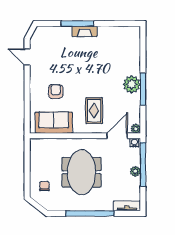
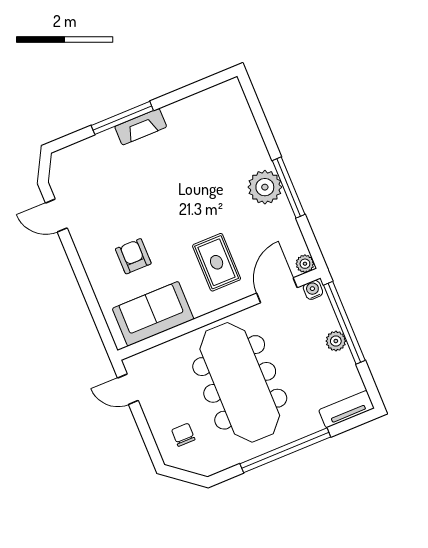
door: (27, 154) -> (128, 389), added
meeting table: (82, 172) -> (240, 382), width x1.36

